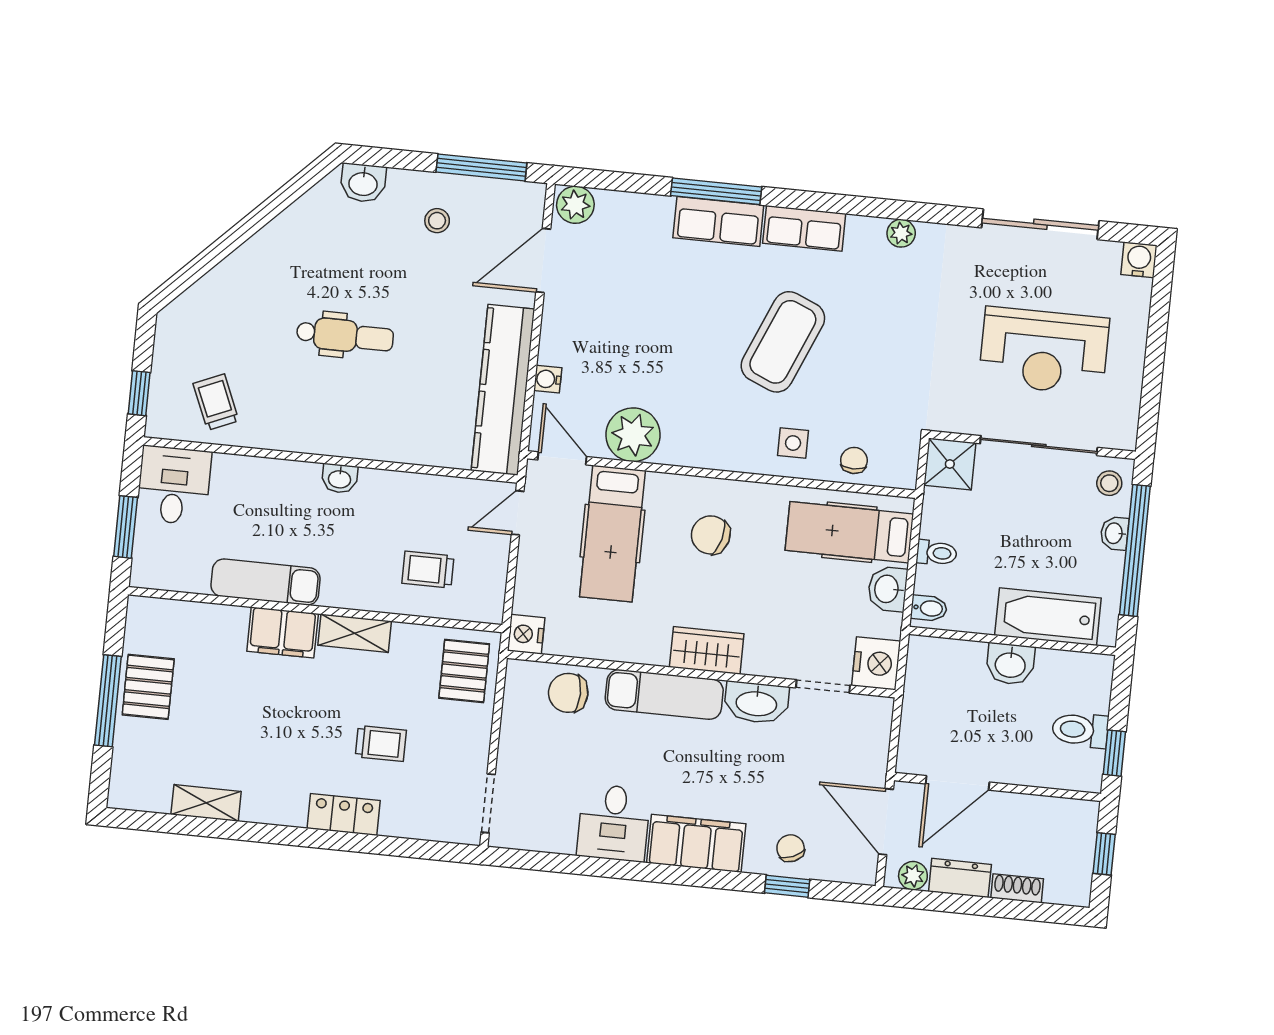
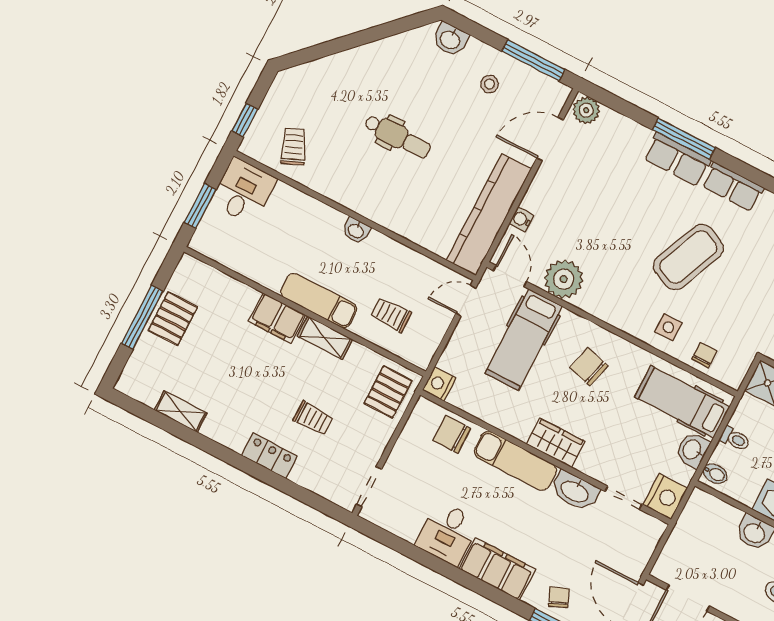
exam couch: (266, 582) -> (319, 301), moved

